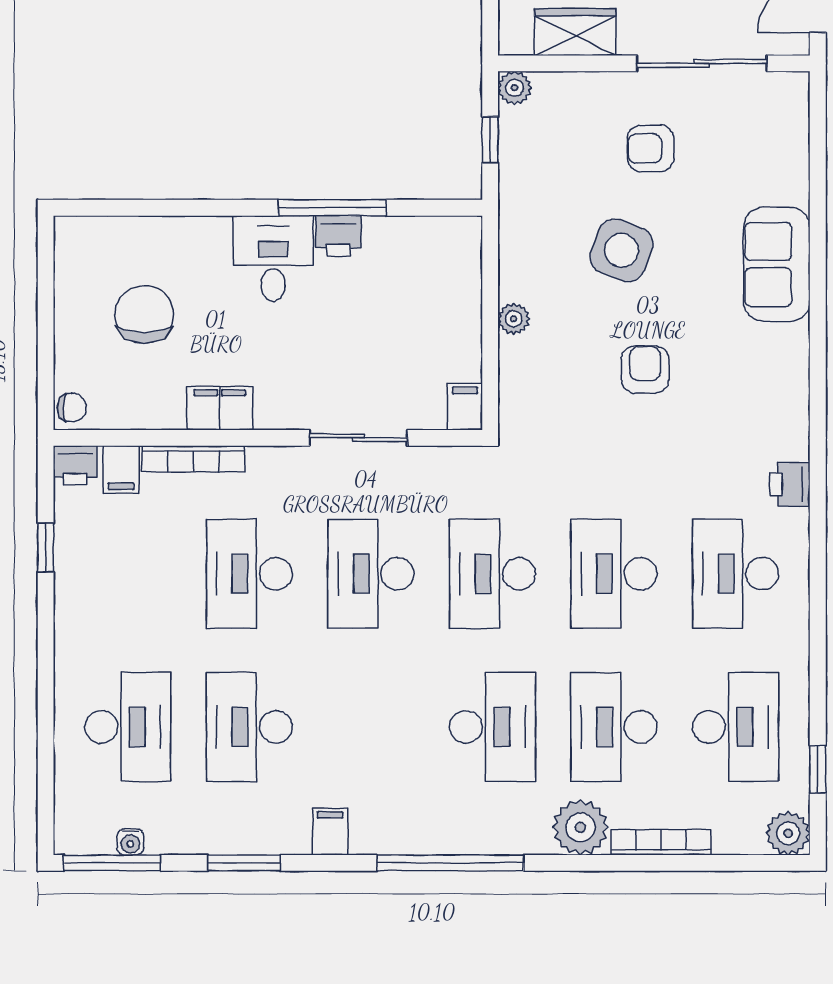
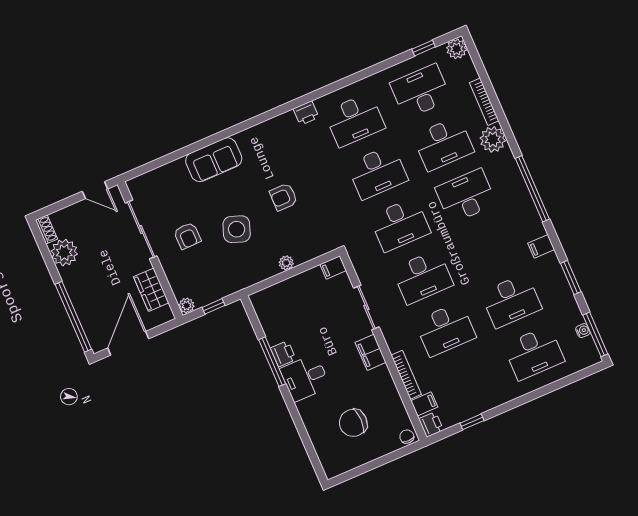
filing cabinet: (220, 408) -> (371, 352), moved
desk: (128, 727) -> (534, 353), turned 180

